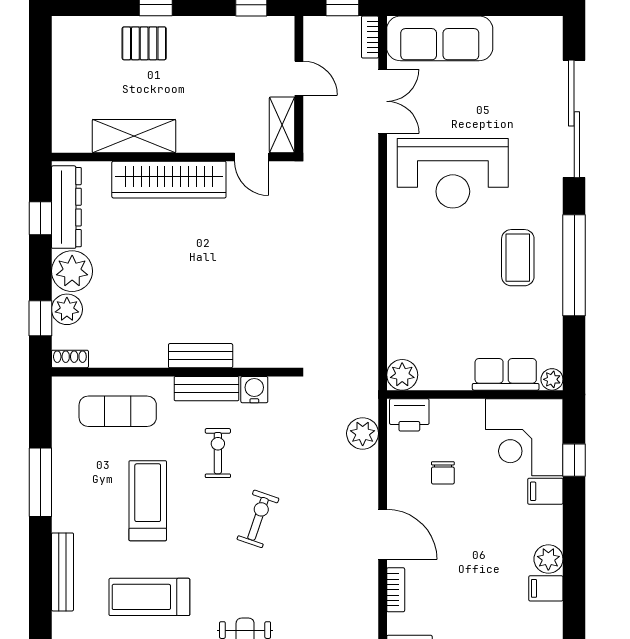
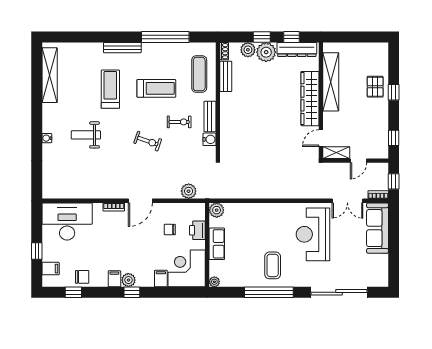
shelving: (134, 136) -> (331, 82), width x1.47
coffee table: (518, 258) -> (273, 265), turned 90
window: (40, 318) -> (262, 37), moved
bench: (201, 356) -> (226, 76), moved
row of seats: (506, 374) -> (217, 244), moved
printer: (409, 415) -> (197, 230), moved
window: (574, 460) -> (132, 292), moved
window: (40, 482) -> (165, 37), width x1.46

